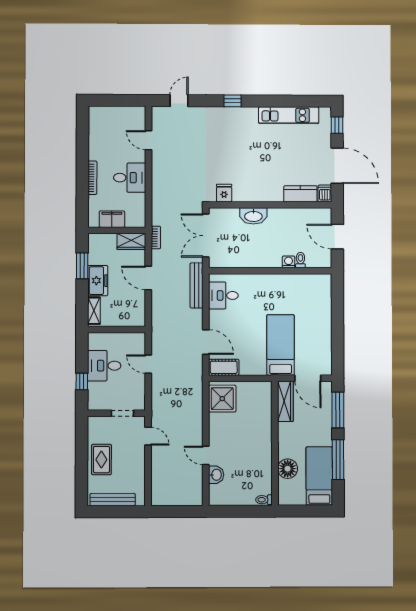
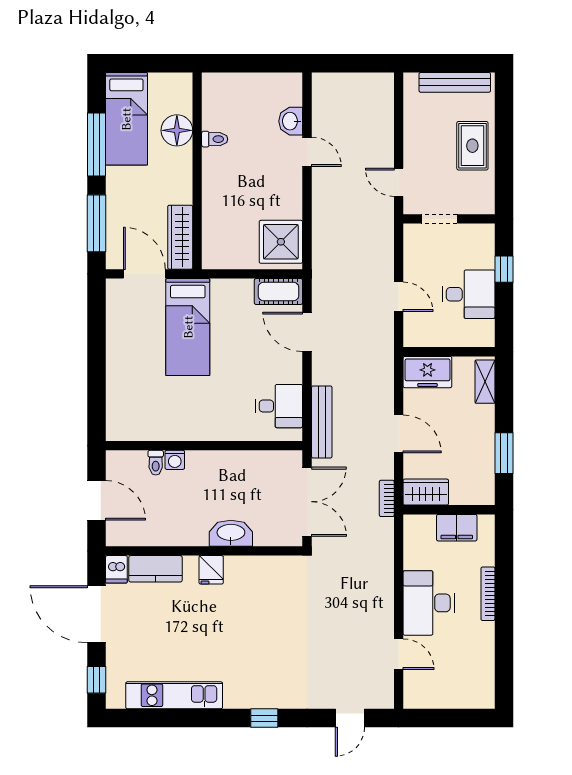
desk: (130, 178) -> (429, 603), width x1.37
fridge: (224, 193) -> (211, 570), moved
freezer: (98, 281) -> (427, 372), moved, turned -90
toilet: (264, 500) -> (215, 139), moved

